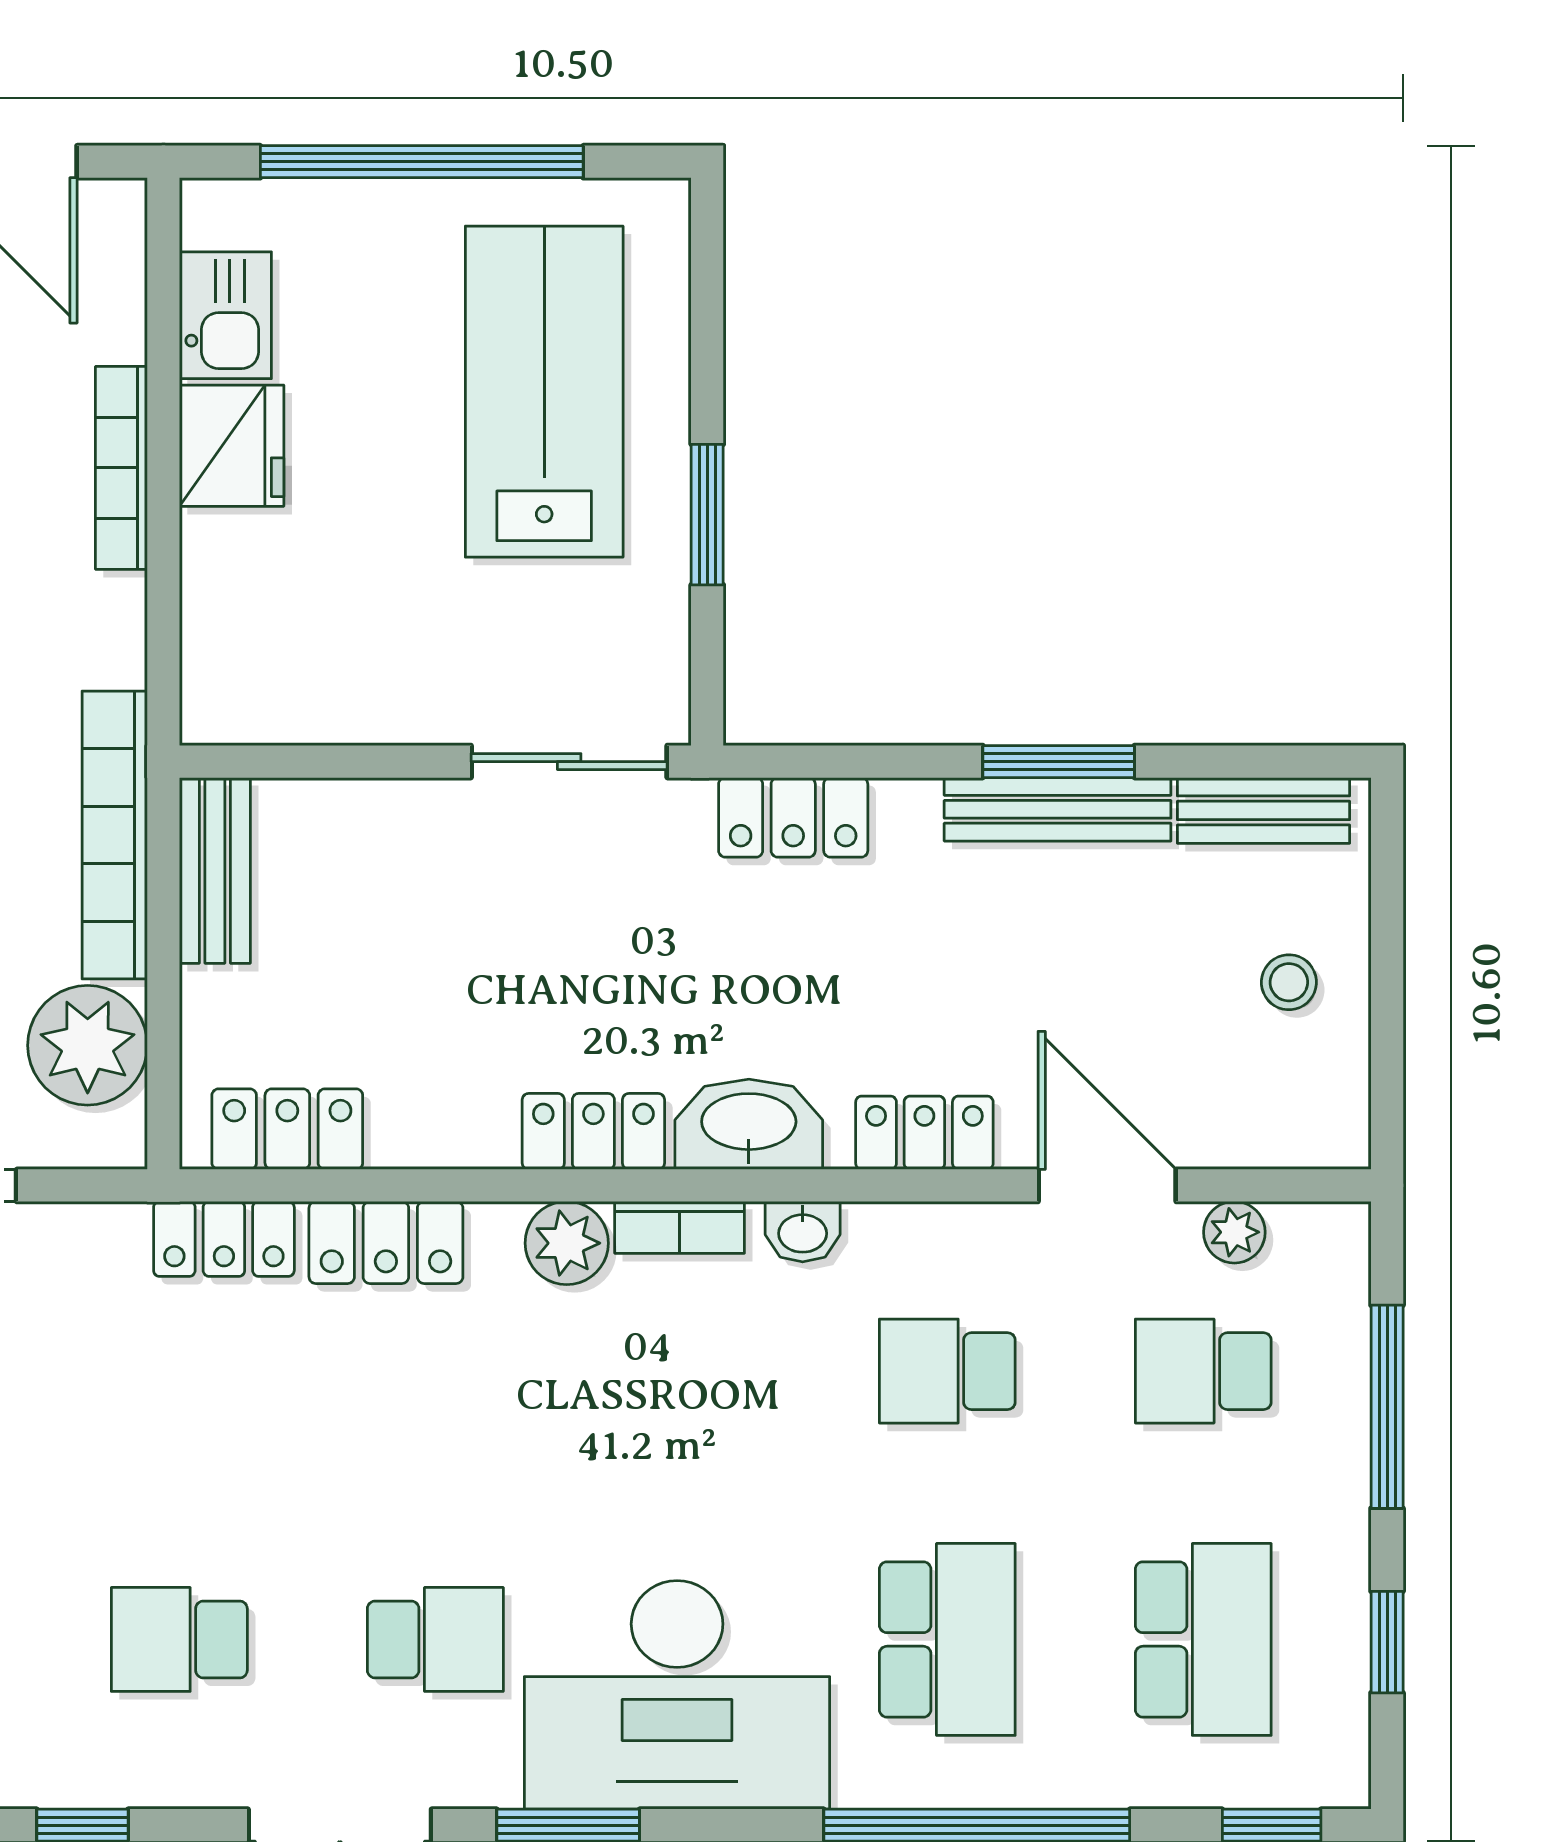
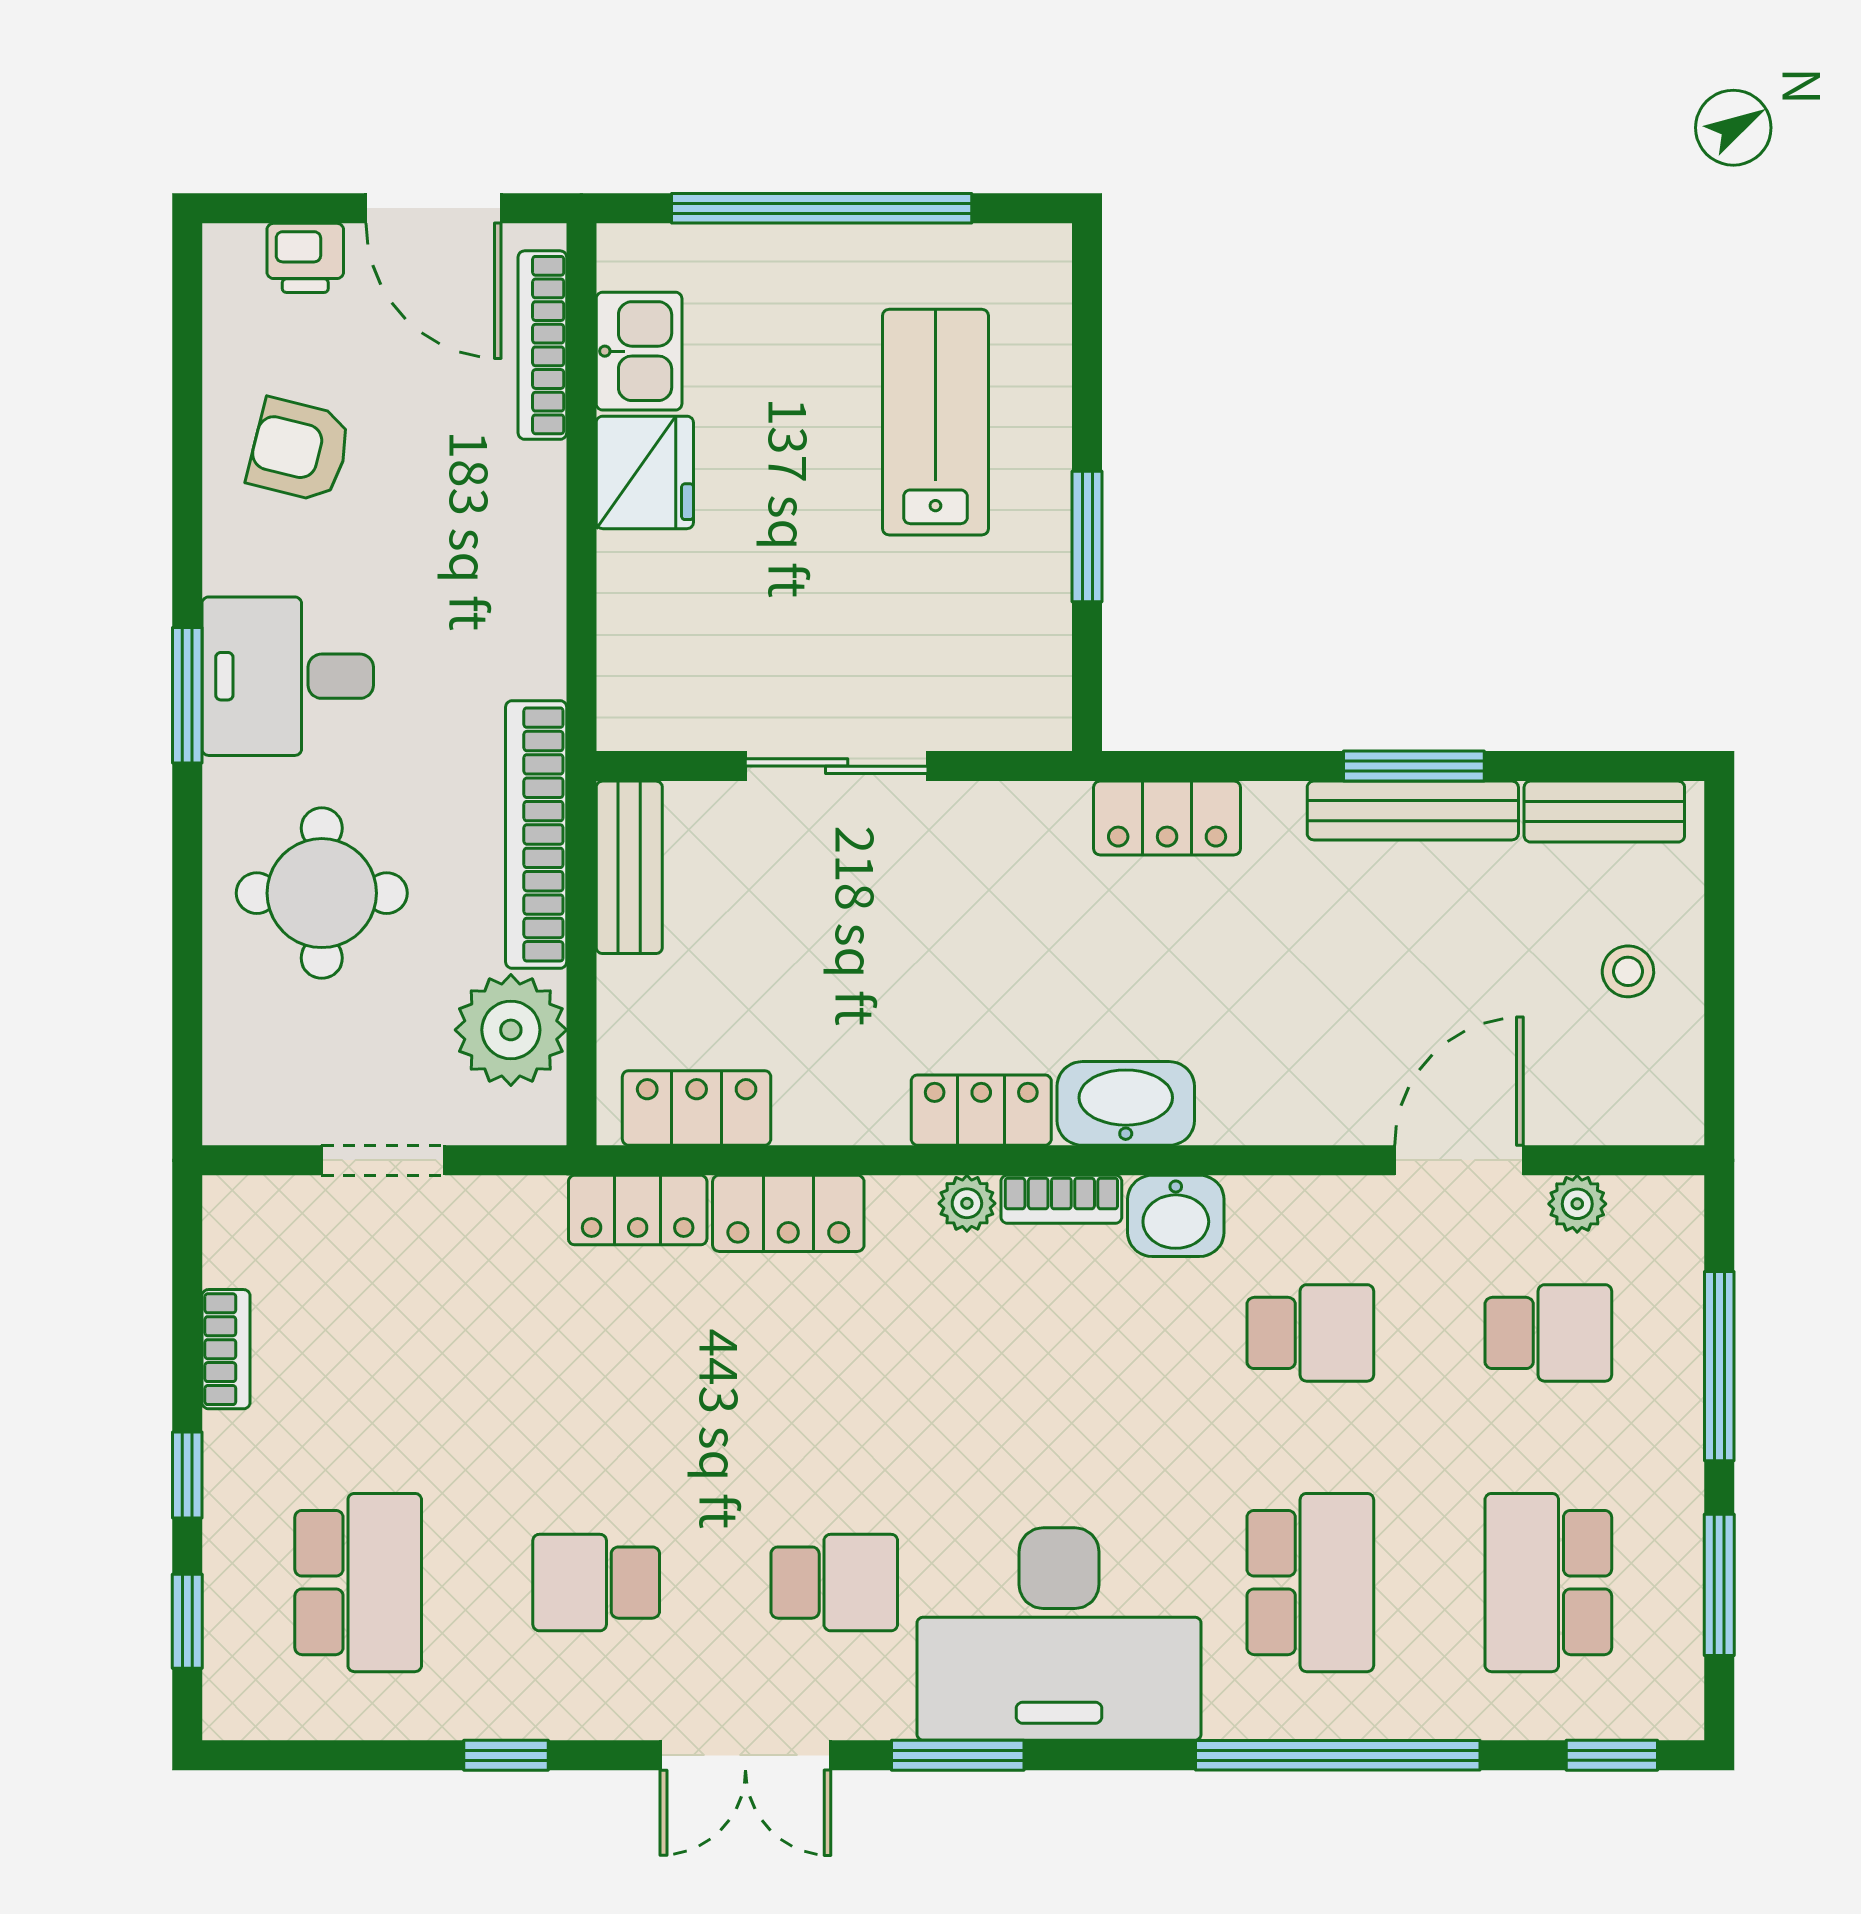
lab bench: (544, 392) -> (935, 422), width x0.73, depth x0.72
bookcase: (121, 468) -> (542, 345), moved
sliding door: (569, 762) -> (837, 766), moved
locker: (924, 1133) -> (1289, 1111), removed
door: (1107, 1185) -> (1459, 1160), hinge flipped
washbasin: (803, 1232) -> (1176, 1216), width x1.38, depth x1.45
plant: (567, 1243) -> (967, 1203), width x0.73, depth x0.73
school desk: (947, 1371) -> (1310, 1333), turned 180
school desk: (1203, 1371) -> (1548, 1333), turned 180
school desk: (1203, 1639) -> (1548, 1583), turned 180
window: (1387, 1642) -> (1719, 1585), width x1.50

